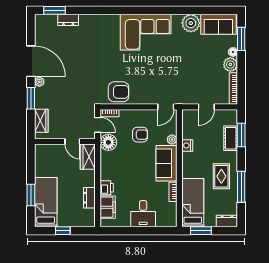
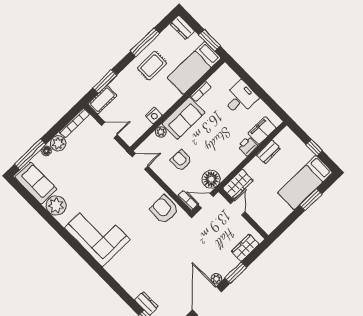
window: (241, 39) -> (30, 154), width x1.44
door: (98, 125) -> (206, 201), hinge flipped
cot: (231, 138) -> (102, 100), moved

